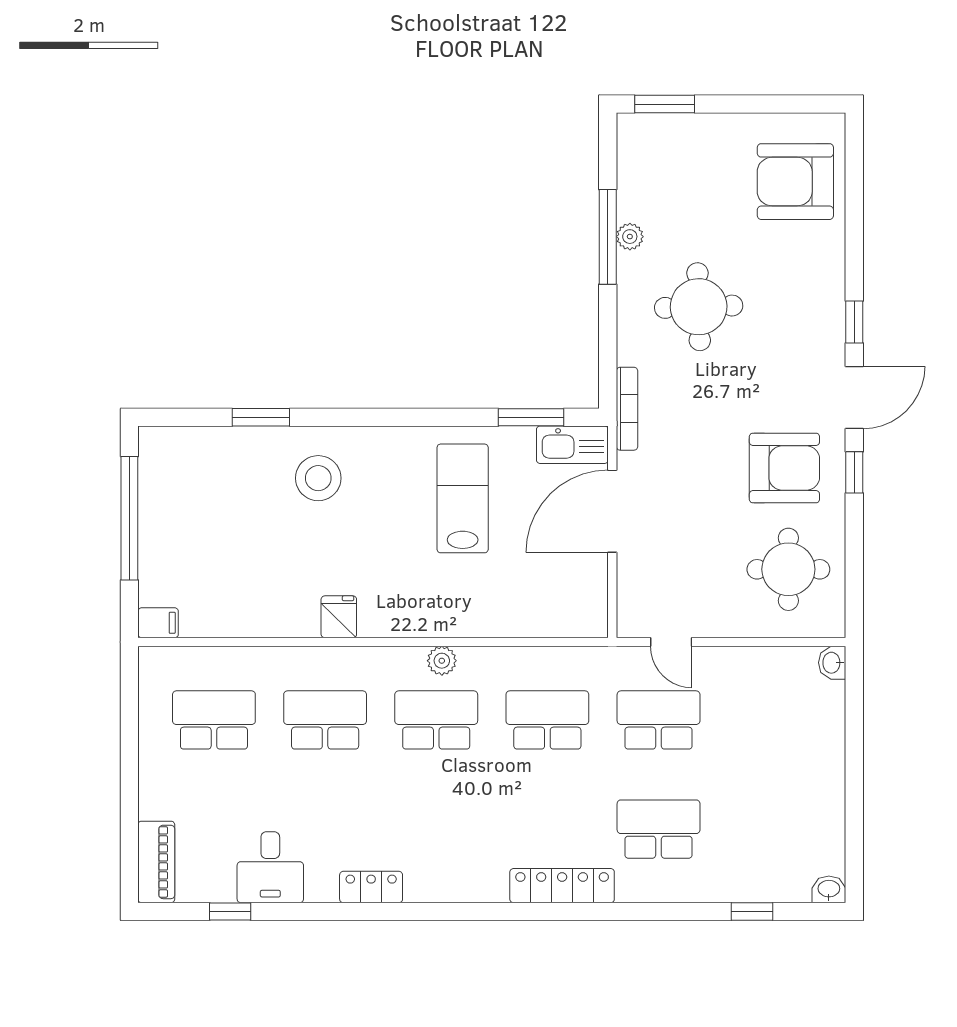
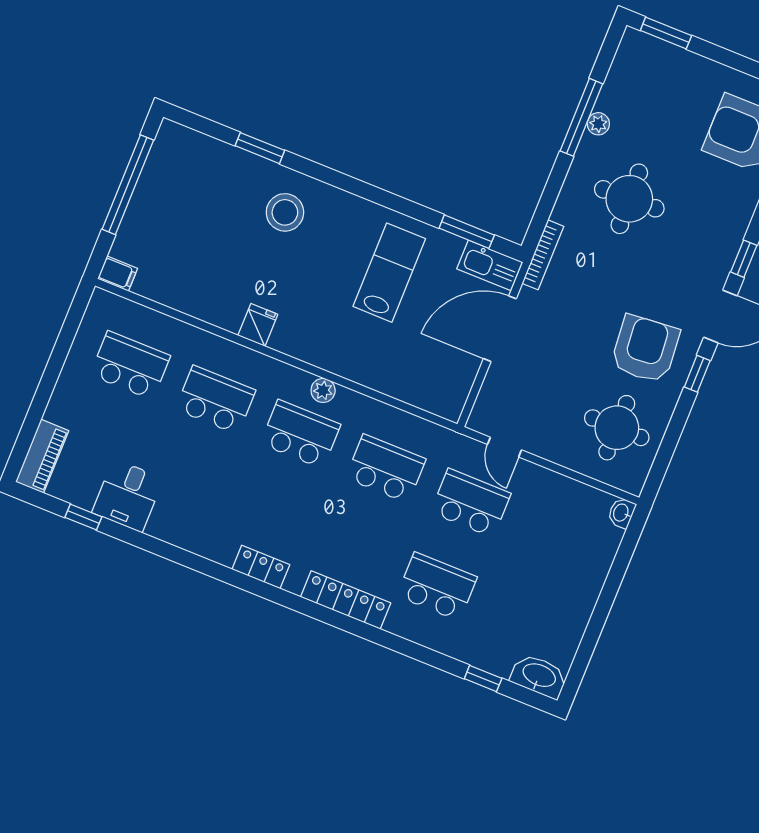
armchair: (784, 468) -> (645, 349), turned -95
locker: (371, 887) -> (261, 567), moved
washbasin: (829, 889) -> (539, 676), width x1.91, depth x1.45

